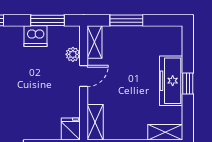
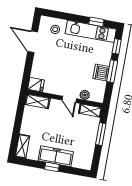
window: (48, 20) -> (112, 71), moved

